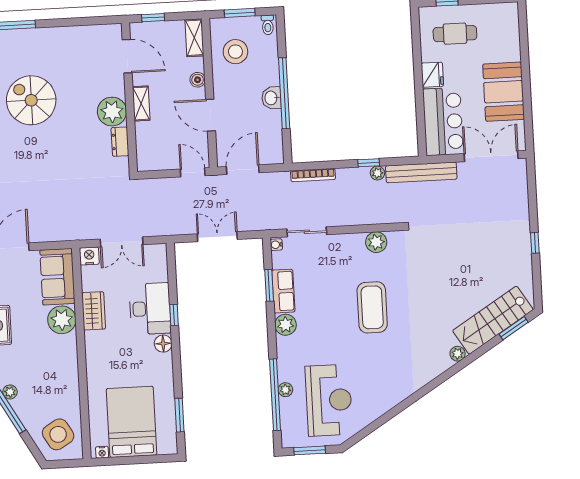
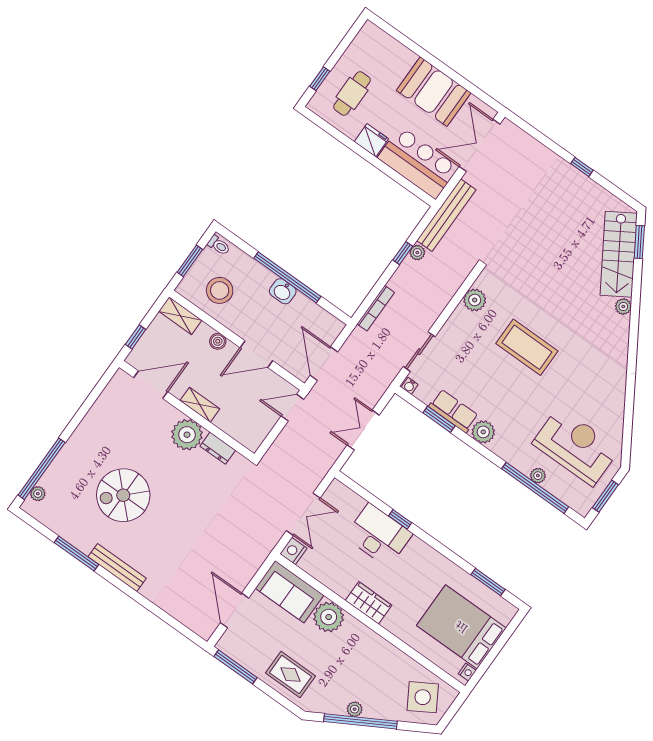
wardrobe: (94, 311) -> (369, 603), moved
floor lamp: (163, 344) -> (417, 548), removed

